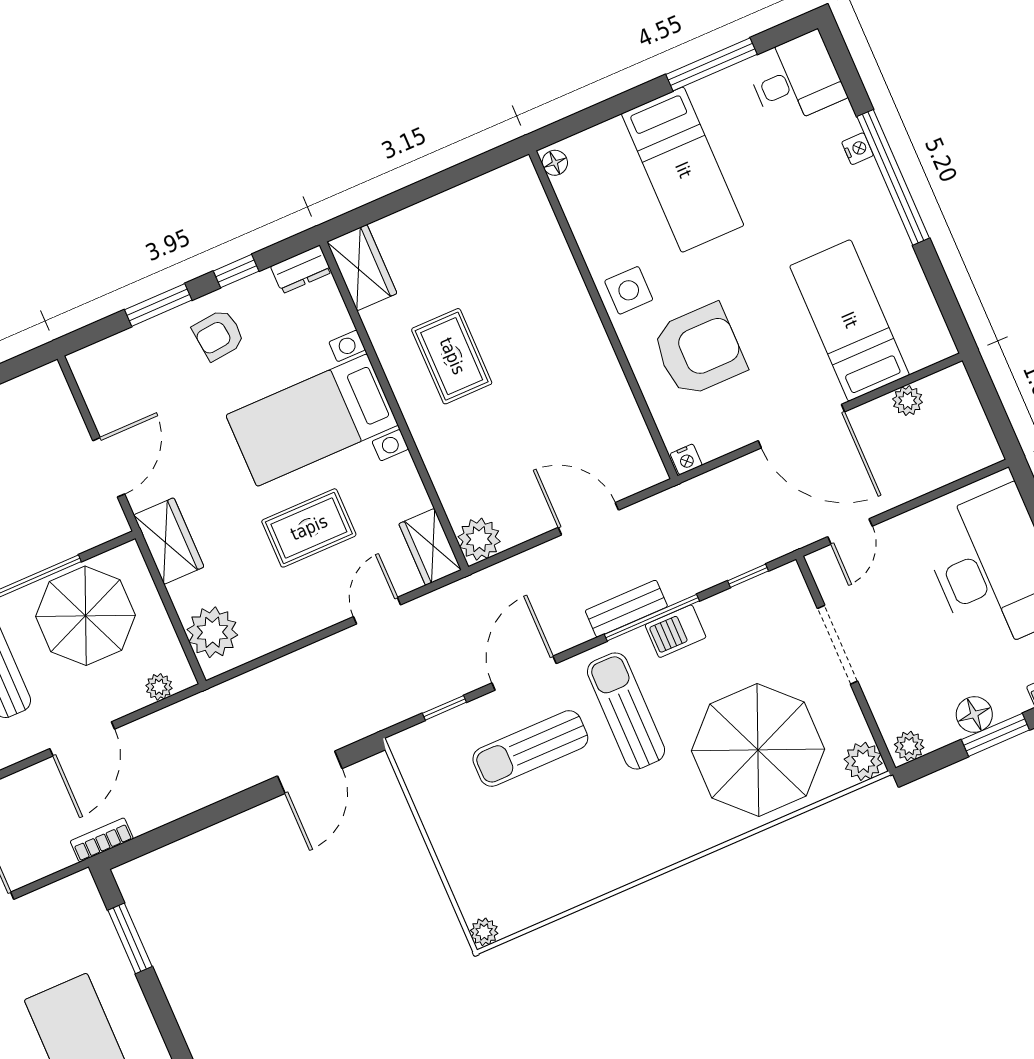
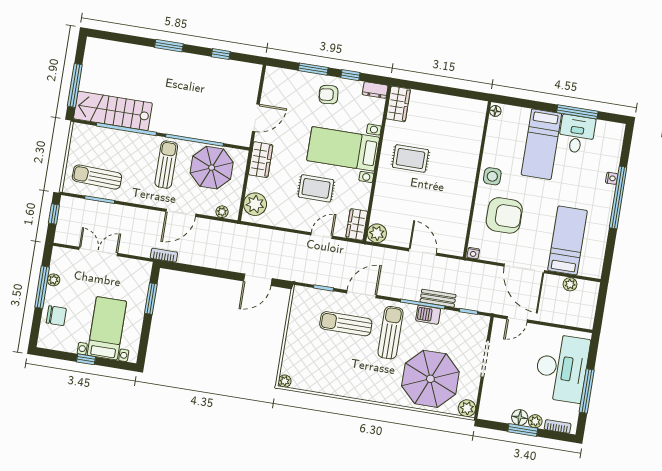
desk: (796, 79) -> (577, 134), moved, turned -90
rug: (452, 356) -> (410, 158), turned 90
bench: (626, 609) -> (438, 298), moved
plant: (909, 746) -> (535, 421), moved

